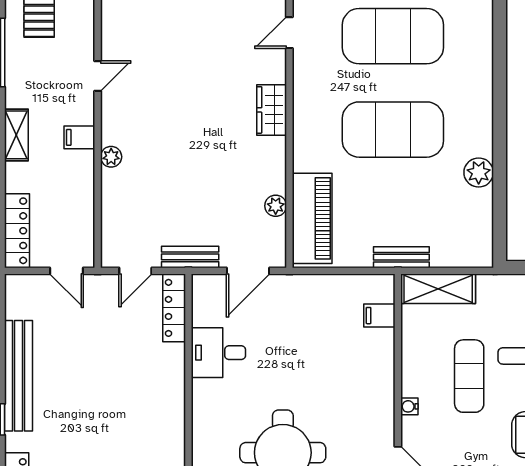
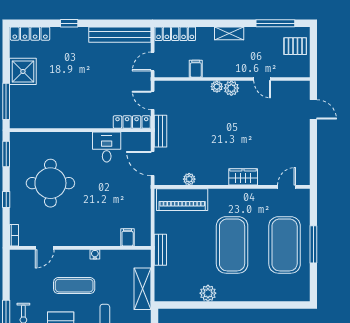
door: (289, 33) -> (287, 187), hinge flipped
plant: (114, 131) -> (231, 88), added
filing cabinet: (79, 137) -> (196, 69), moved
shelving: (438, 289) -> (143, 289), moved
bench: (19, 376) -> (120, 35), moved
exercise mat: (469, 376) -> (74, 286), moved
water cooler: (409, 406) -> (95, 254), moved

